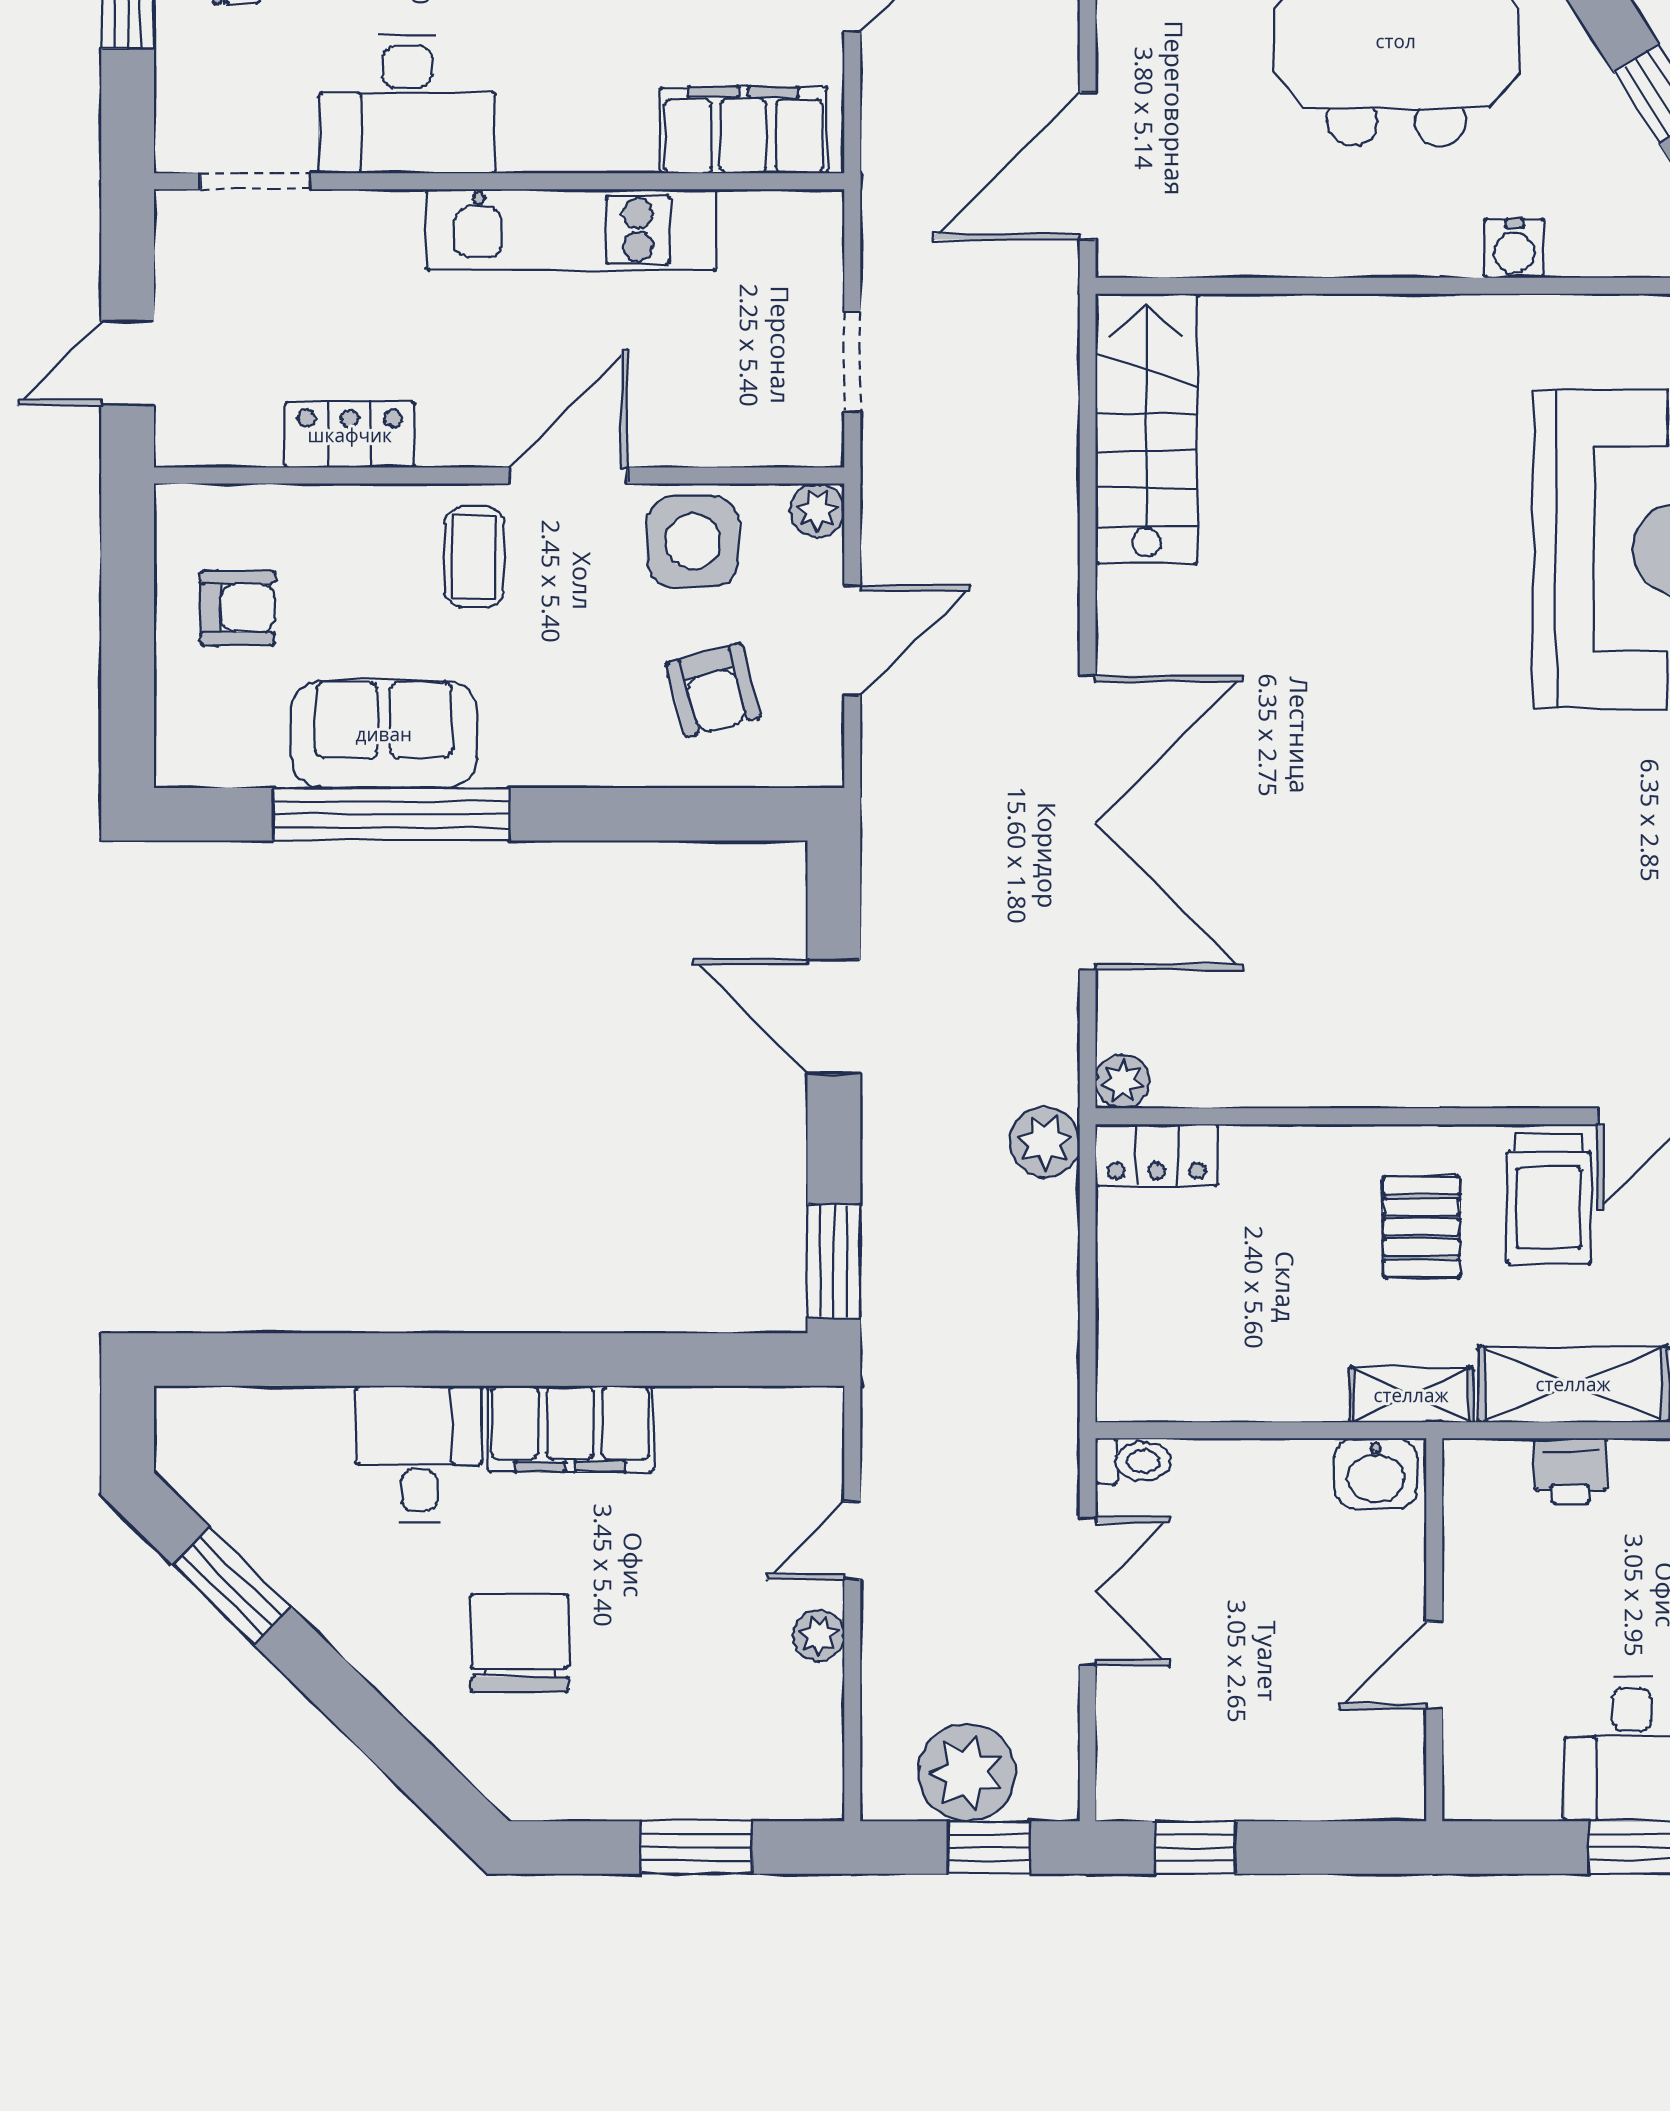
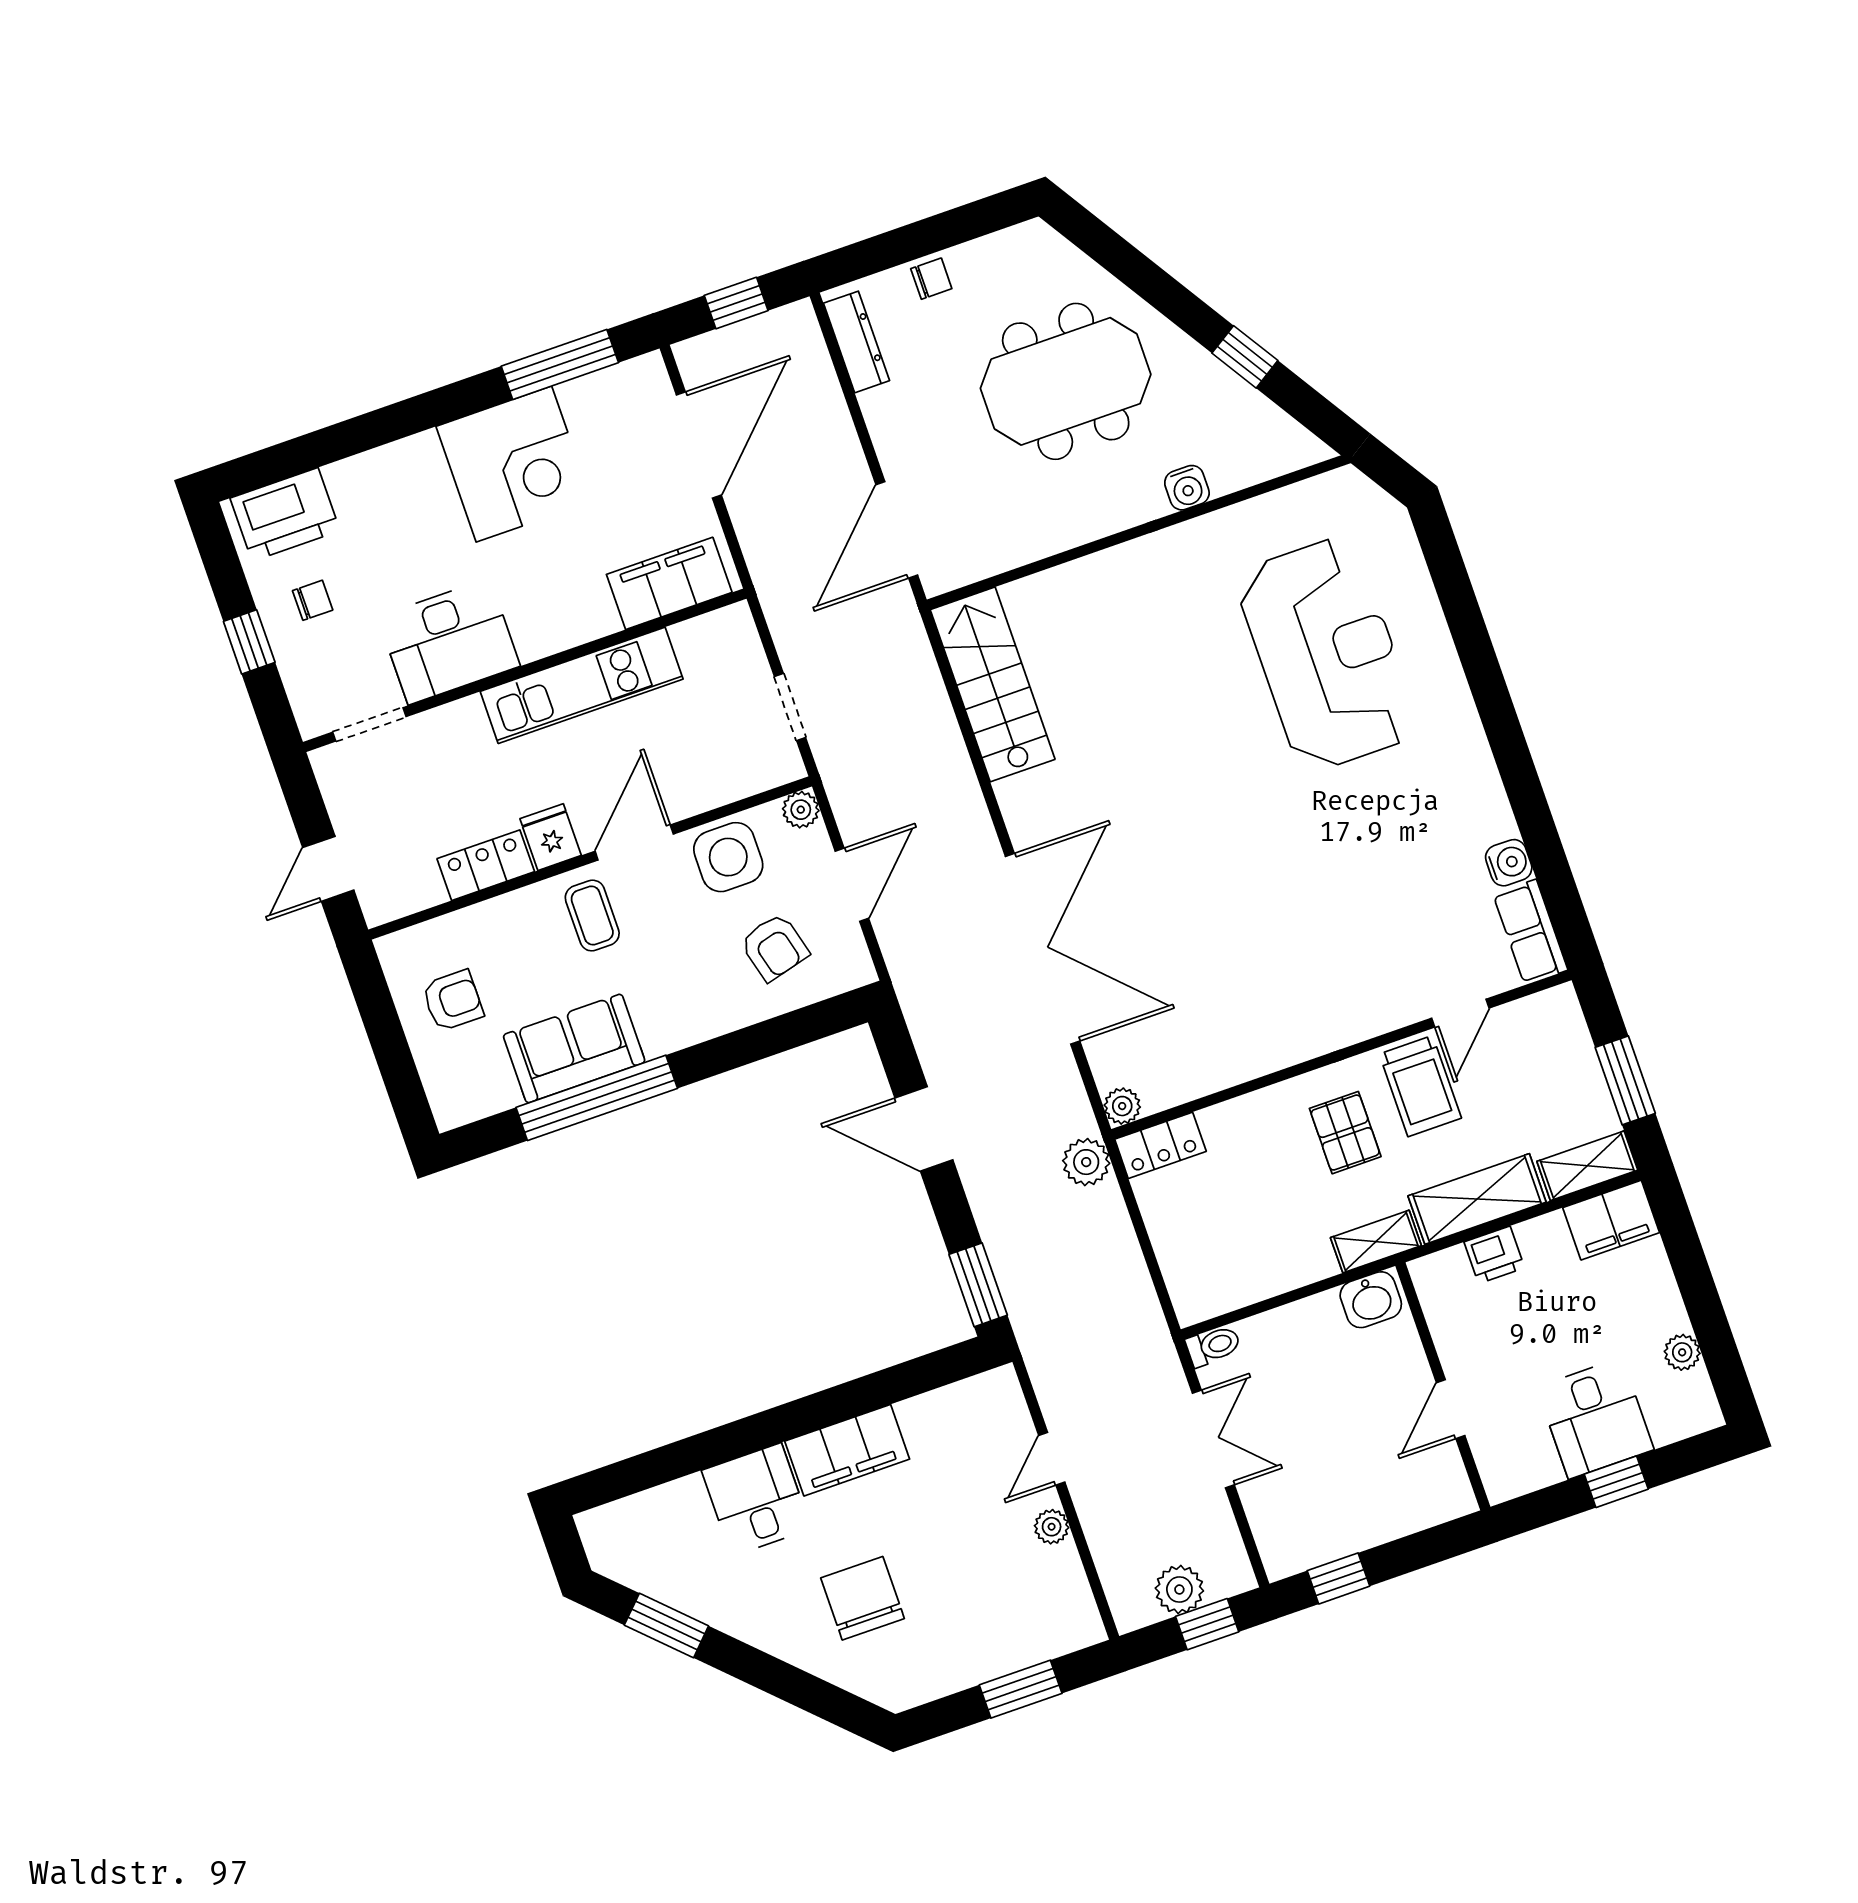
fridge: (454, 427) -> (551, 837), added
plant: (967, 1772) -> (1179, 1589), width x0.73, depth x0.73

